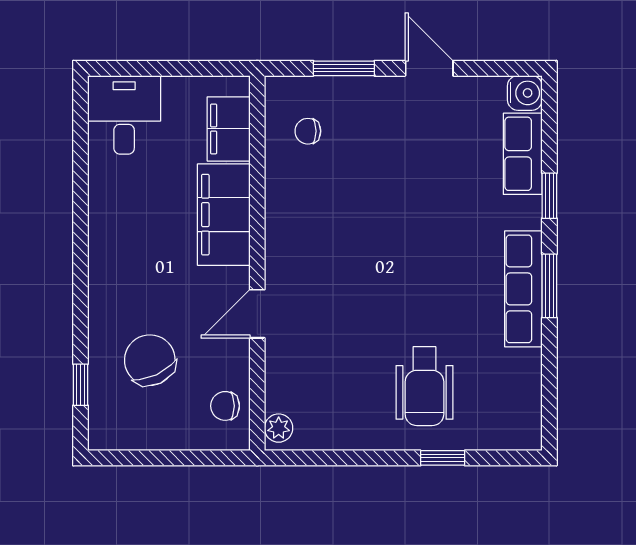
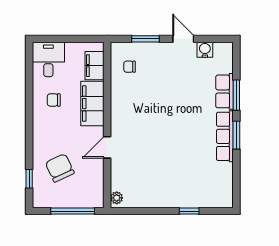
water cooler: (525, 93) -> (205, 50), moved, turned -90
row of seats: (523, 154) -> (225, 91), moved
window: (549, 196) -> (236, 95), width x1.50
wheelchair: (424, 386) -> (181, 179), removed
chair: (225, 406) -> (54, 100), moved
window: (179, 458) -> (73, 211), added

